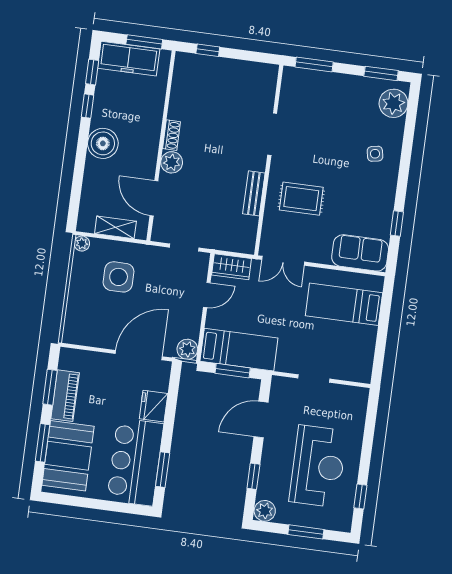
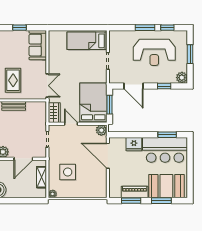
bed: (344, 304) -> (87, 41), moved, turned 90
bed: (239, 350) -> (93, 103), width x1.50
window: (366, 455) -> (145, 28), added
reception desk: (318, 466) -> (154, 52), turned 180

